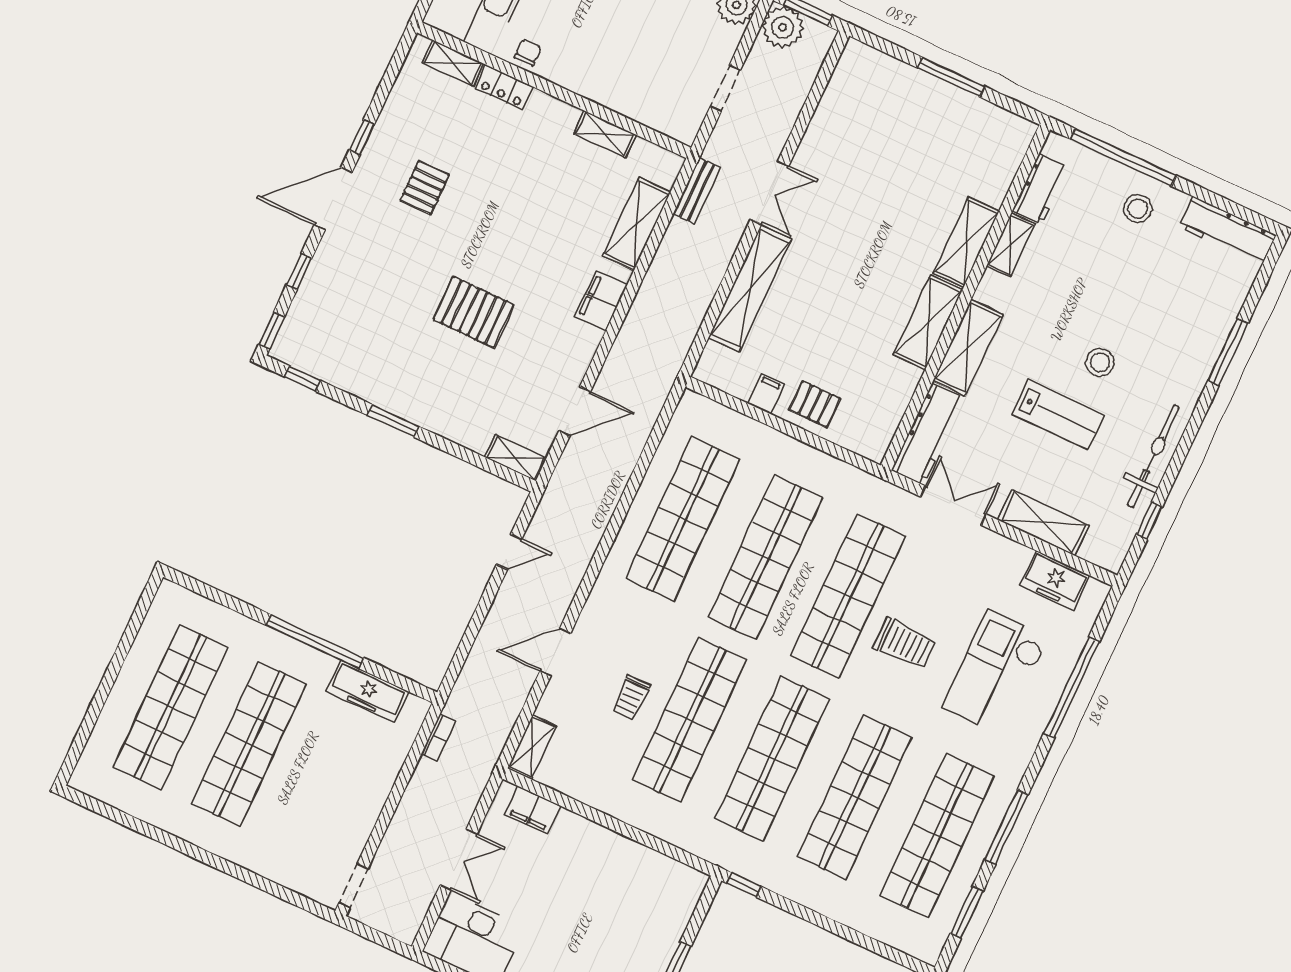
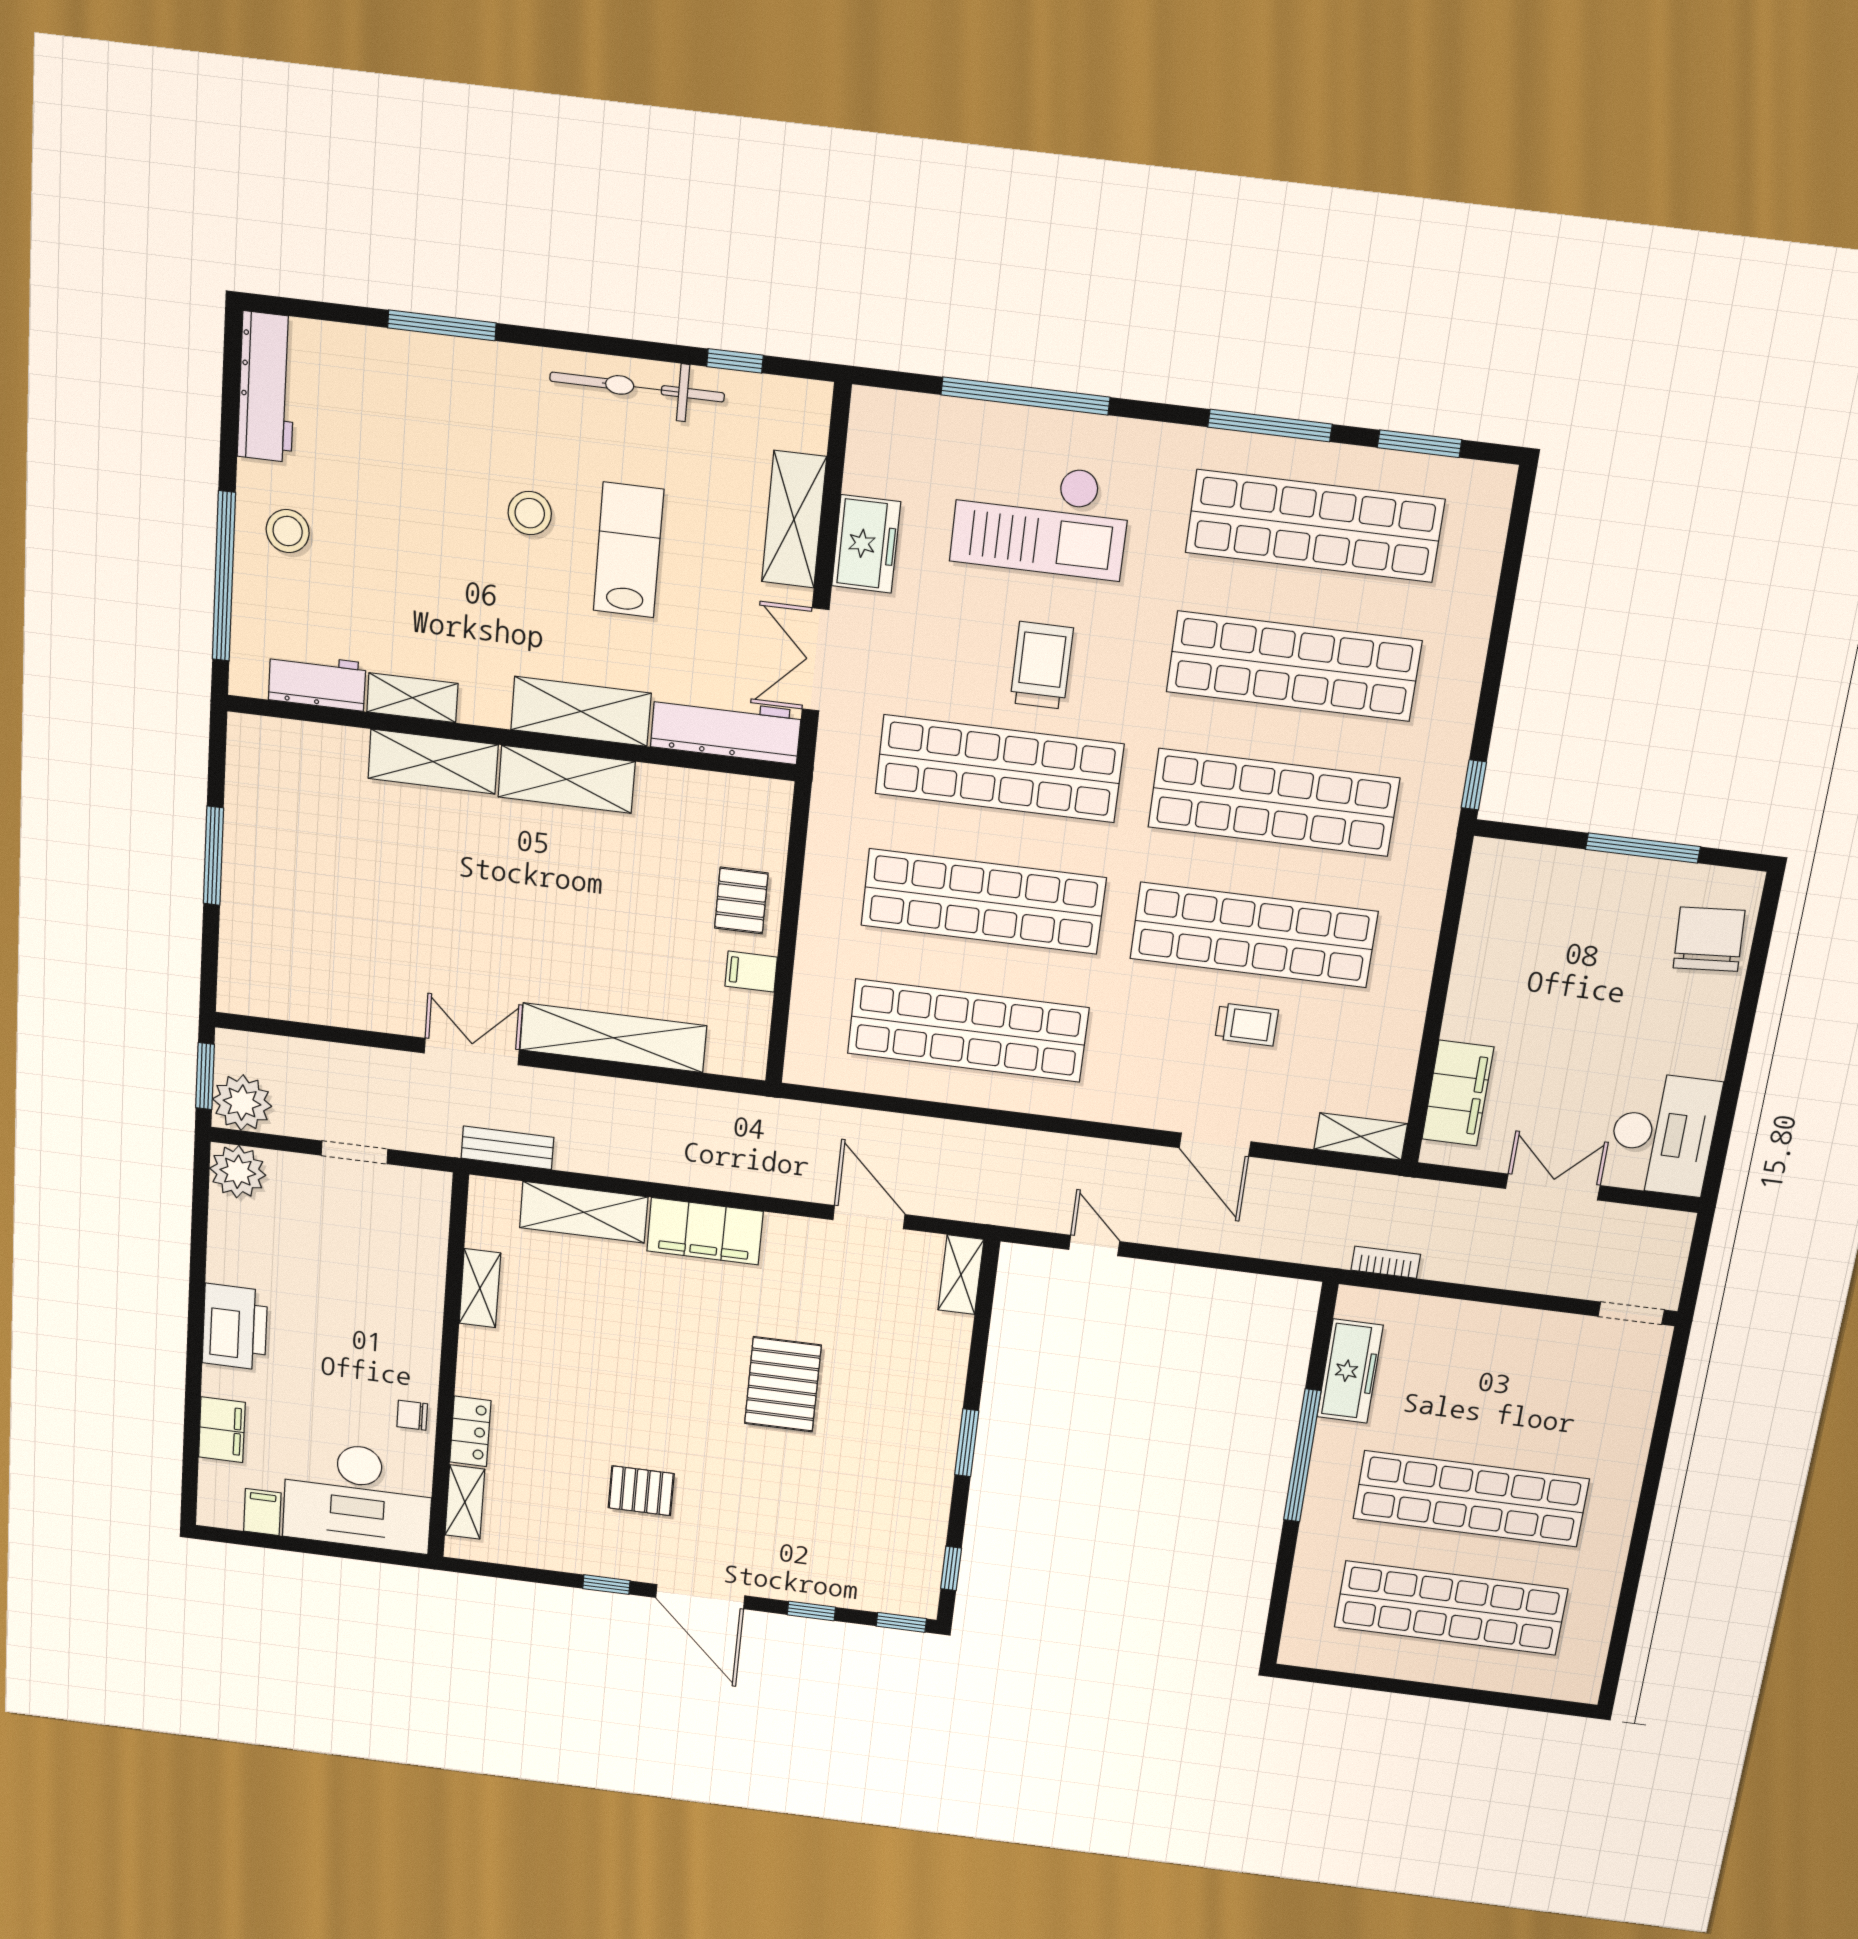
filing cabinet: (601, 301) -> (705, 1231), width x1.50, depth x1.17
freezer: (1055, 580) -> (866, 544), moved
filing cabinet: (533, 810) -> (1458, 1093), width x1.50, depth x1.17

